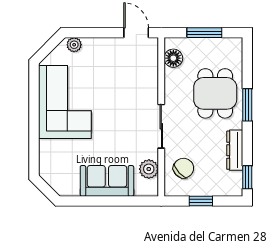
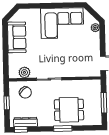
floor lamp: (173, 58) -> (89, 85), removed
dresser: (235, 150) -> (25, 122), moved
sofa: (107, 181) -> (17, 37), moved

